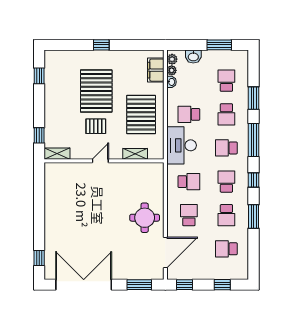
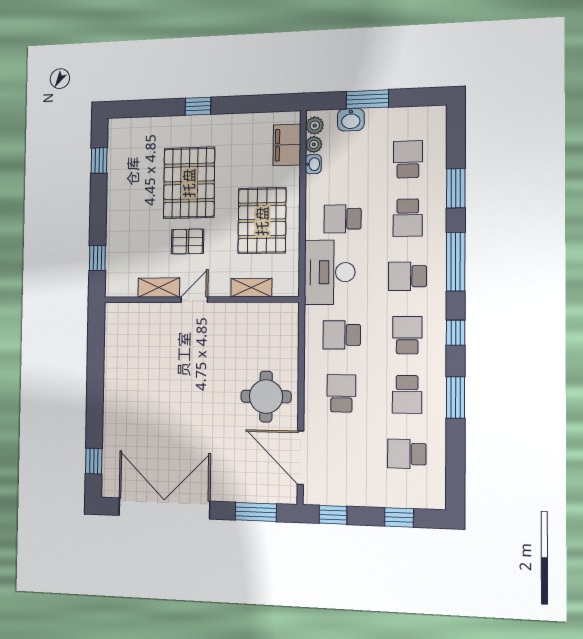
window: (219, 45) -> (367, 99), moved
shelving: (57, 154) -> (159, 288), moved
school desk: (189, 182) -> (342, 335), turned 180
door: (165, 253) -> (300, 458), swing flipped

